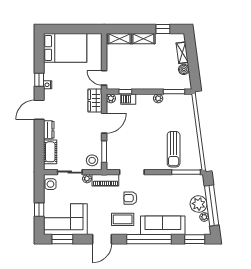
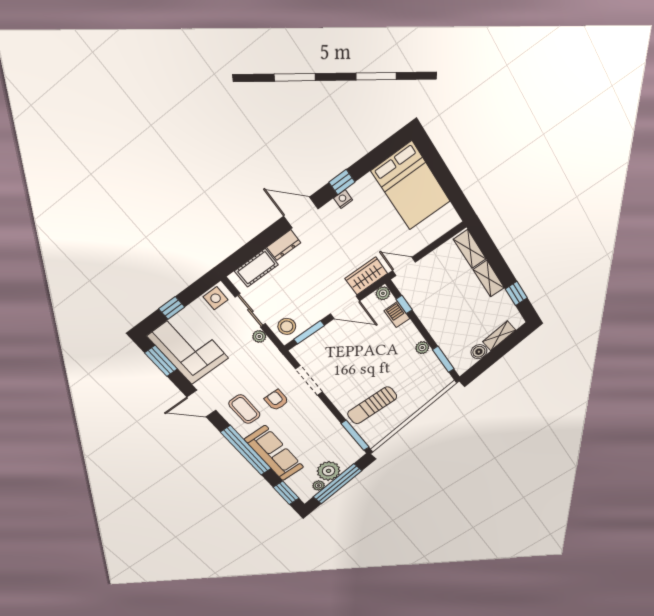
door: (104, 78) -> (404, 266), hinge flipped
piano: (105, 180) -> (275, 359), removed

